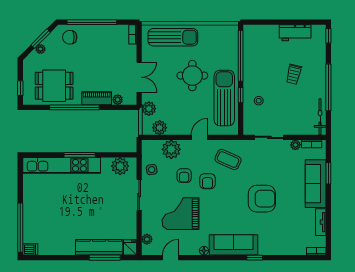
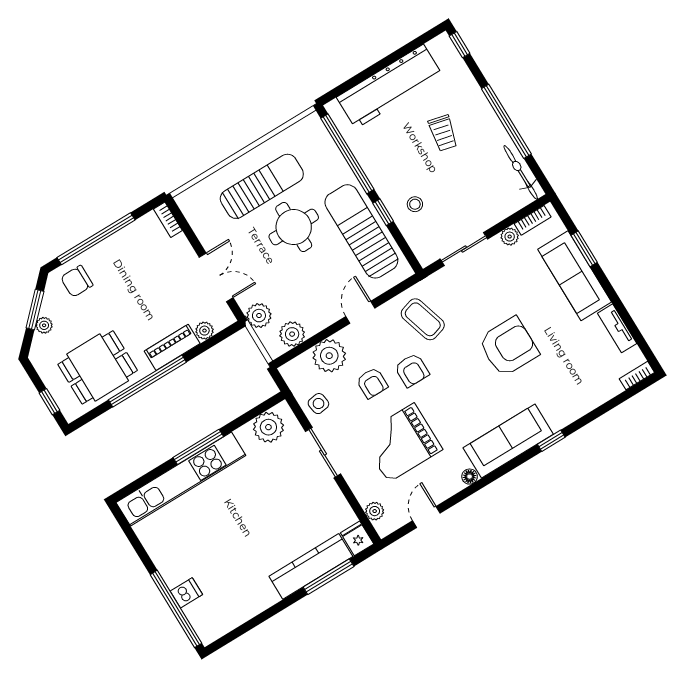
workbench: (295, 33) -> (390, 87), width x1.88, depth x1.32
sun lounger: (173, 37) -> (262, 186), moved
coffee table: (228, 159) -> (423, 319), turned 49
dishwasher: (30, 249) -> (186, 593), moved

